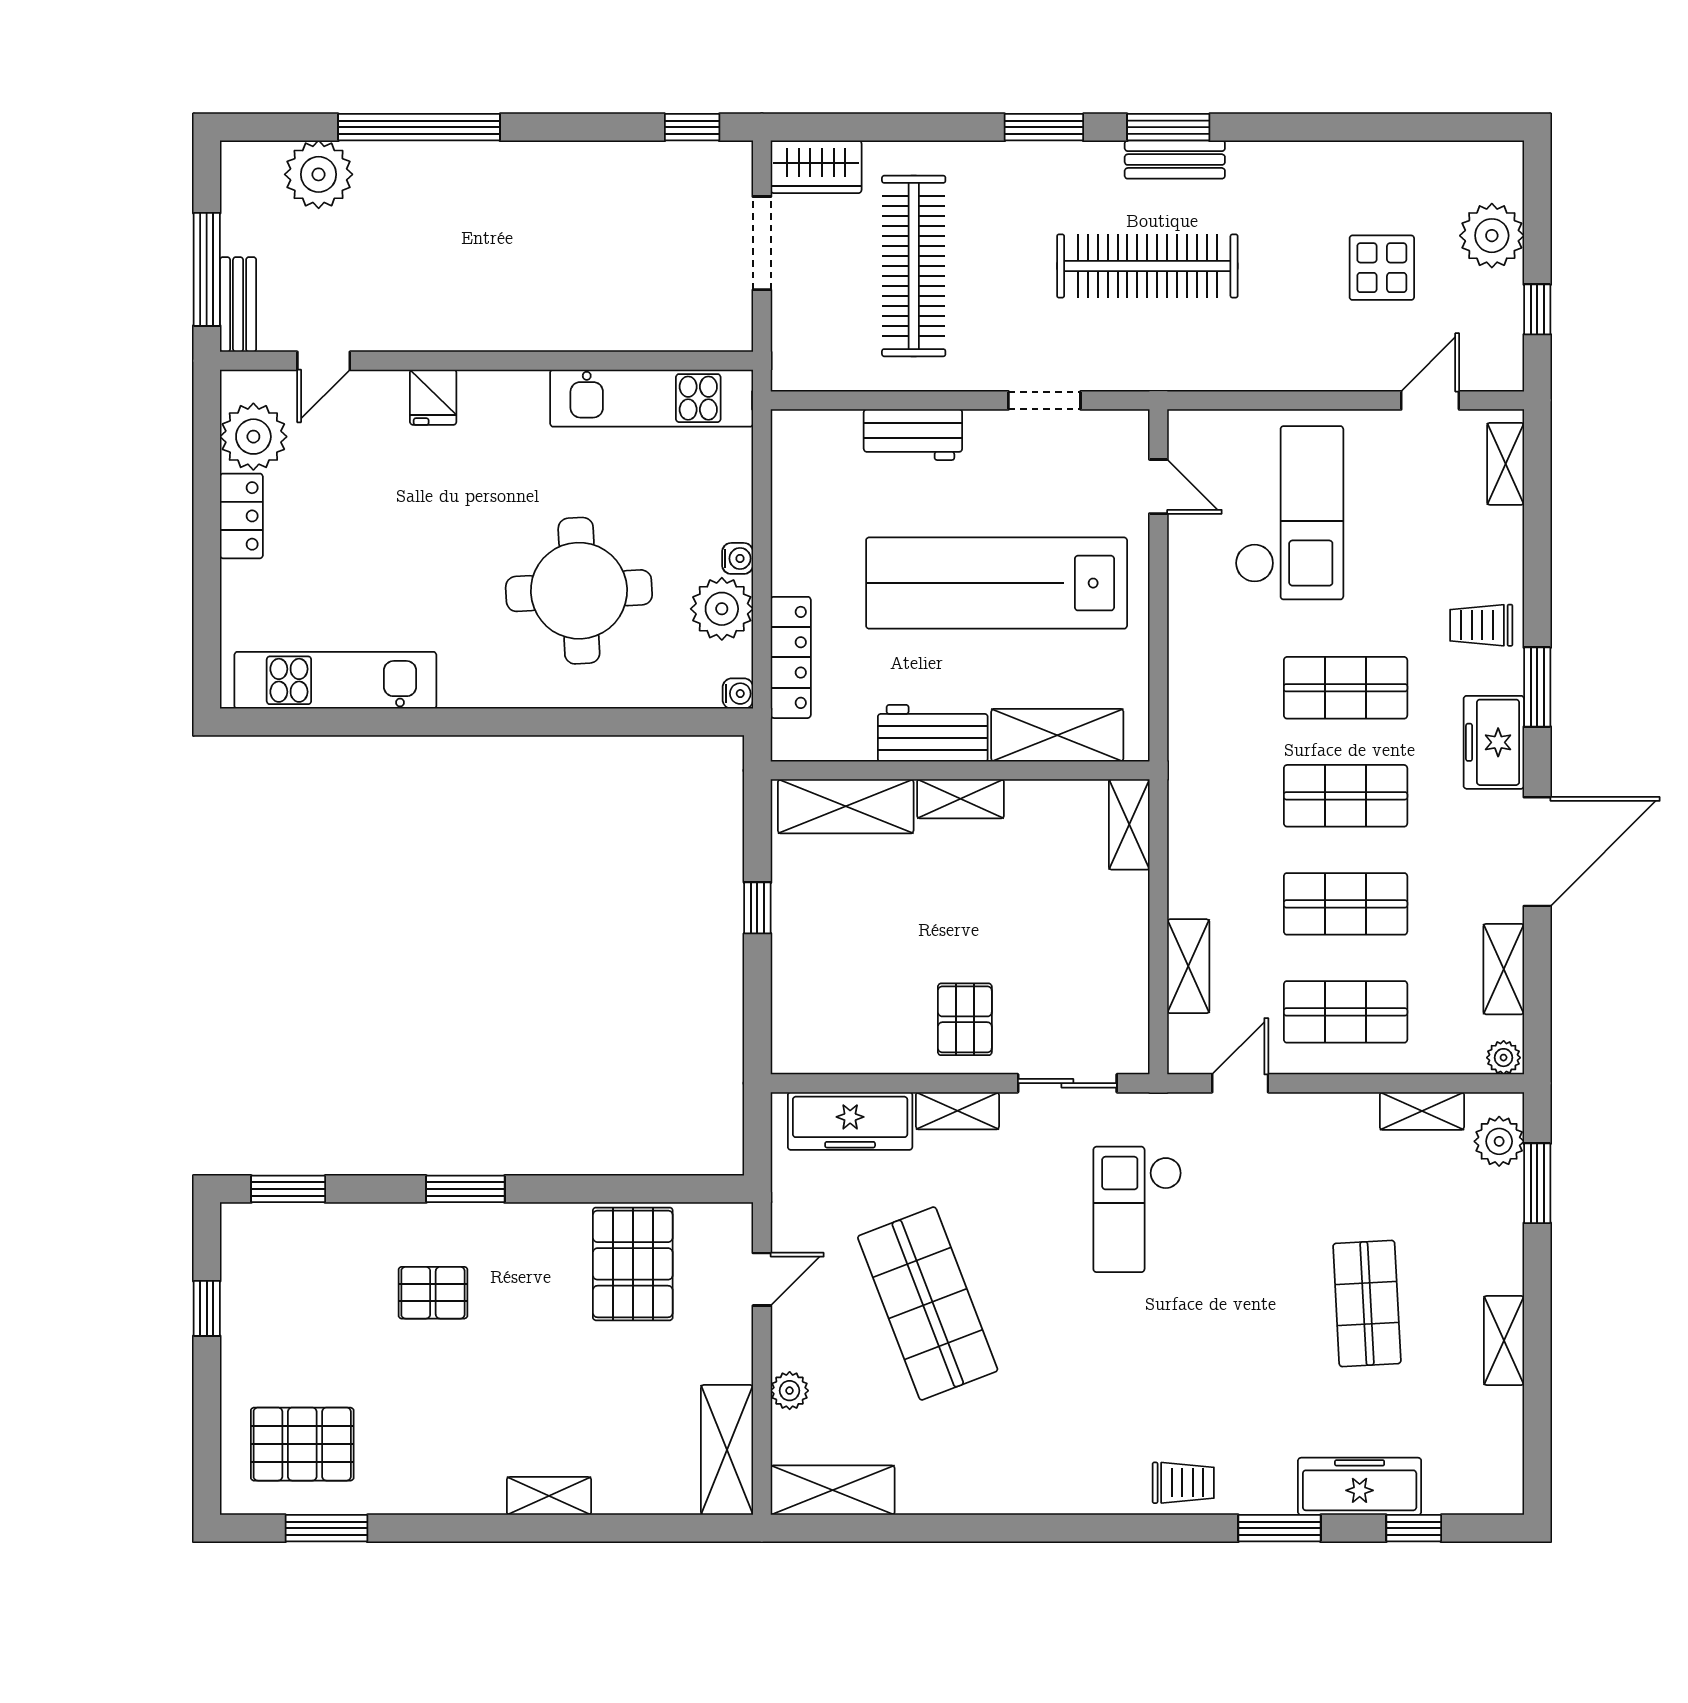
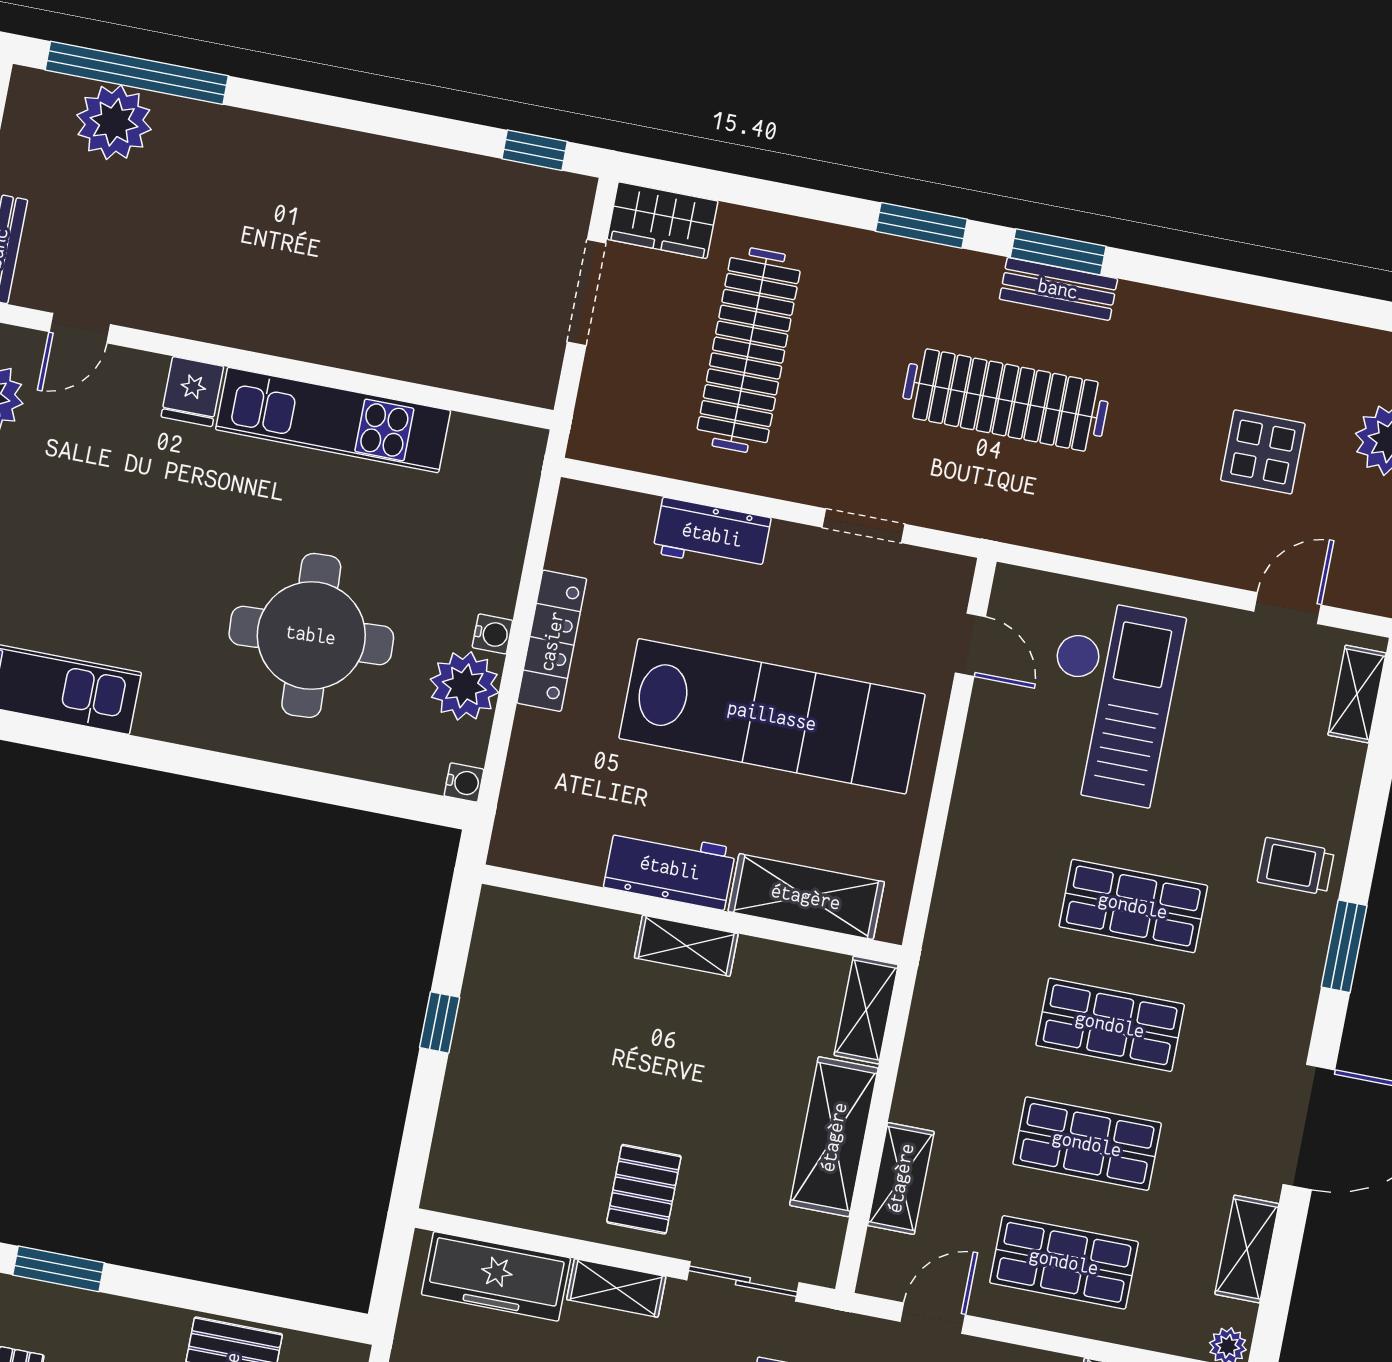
window: (419, 127) -> (137, 73), moved
kitchen unit: (652, 398) -> (333, 420), moved
lab bench: (997, 583) -> (772, 716), turned 180
locker: (791, 657) -> (552, 641), moved
freezer: (1494, 742) -> (1285, 998), removed
shelving: (846, 806) -> (834, 1137), moved, turned 90

